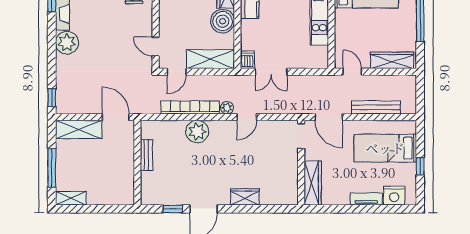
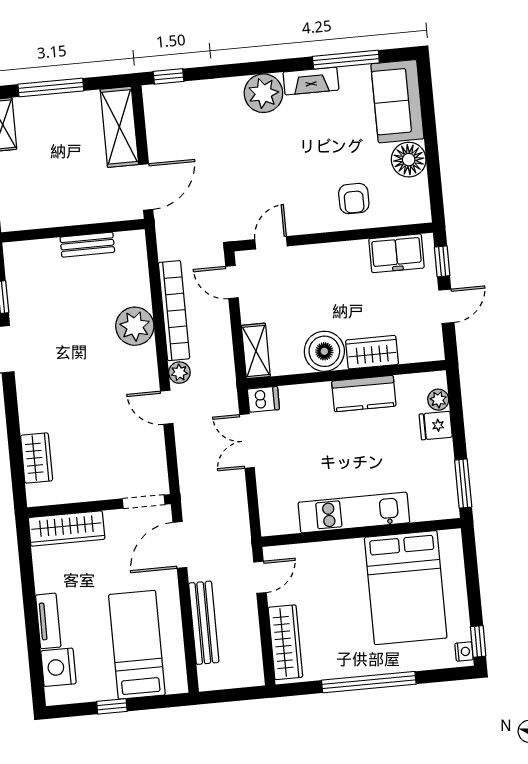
shelving: (211, 59) -> (256, 351), width x0.67, depth x0.75
wardrobe: (245, 197) -> (37, 458), moved

